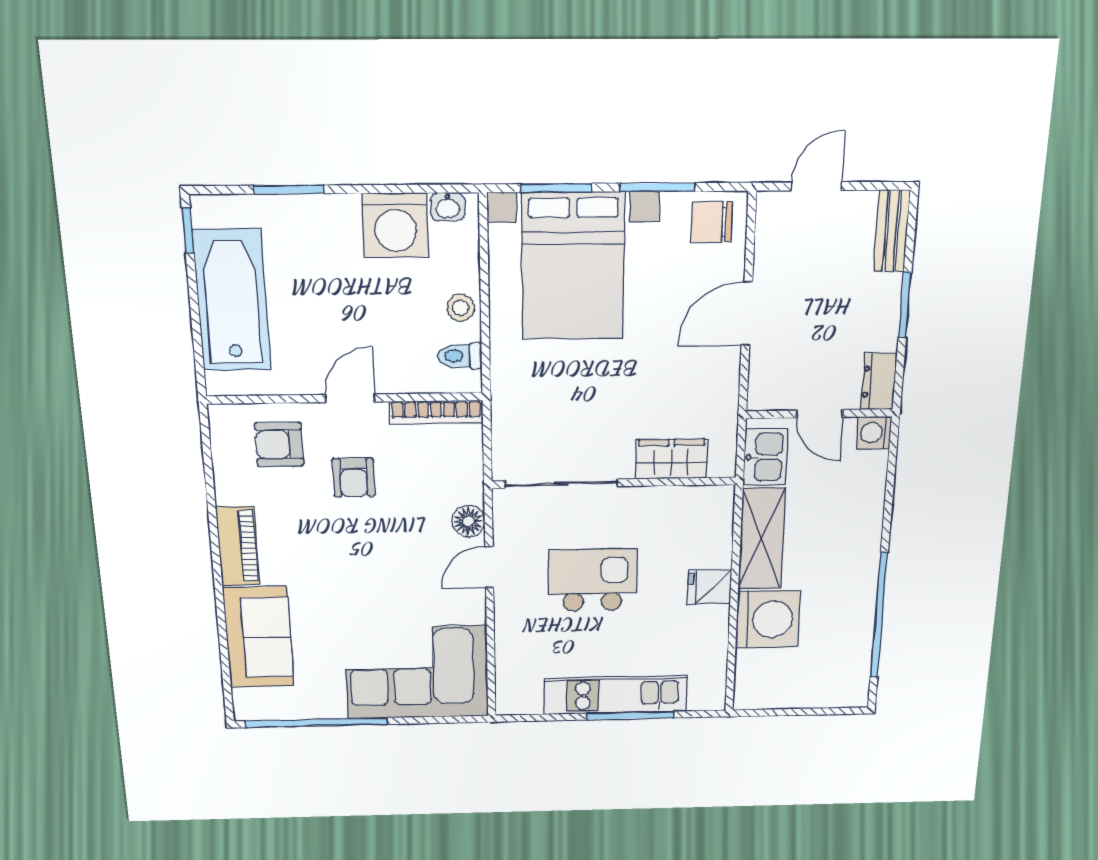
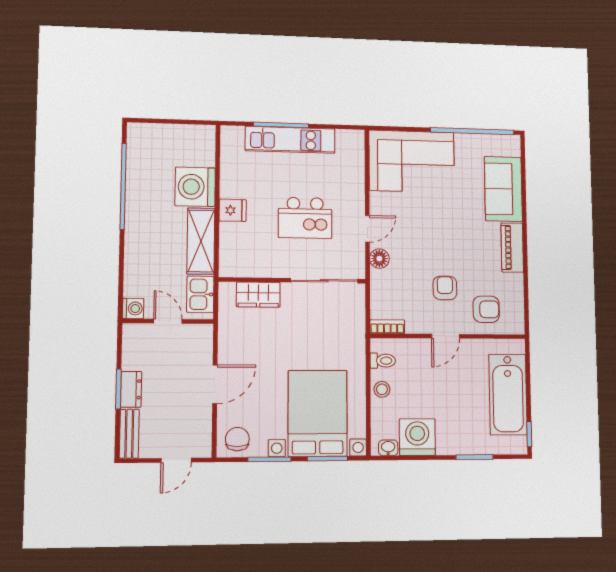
chair: (712, 222) -> (237, 439), turned -90
dresser: (879, 382) -> (131, 389), moved
bookcase: (436, 412) -> (387, 327), width x0.64

